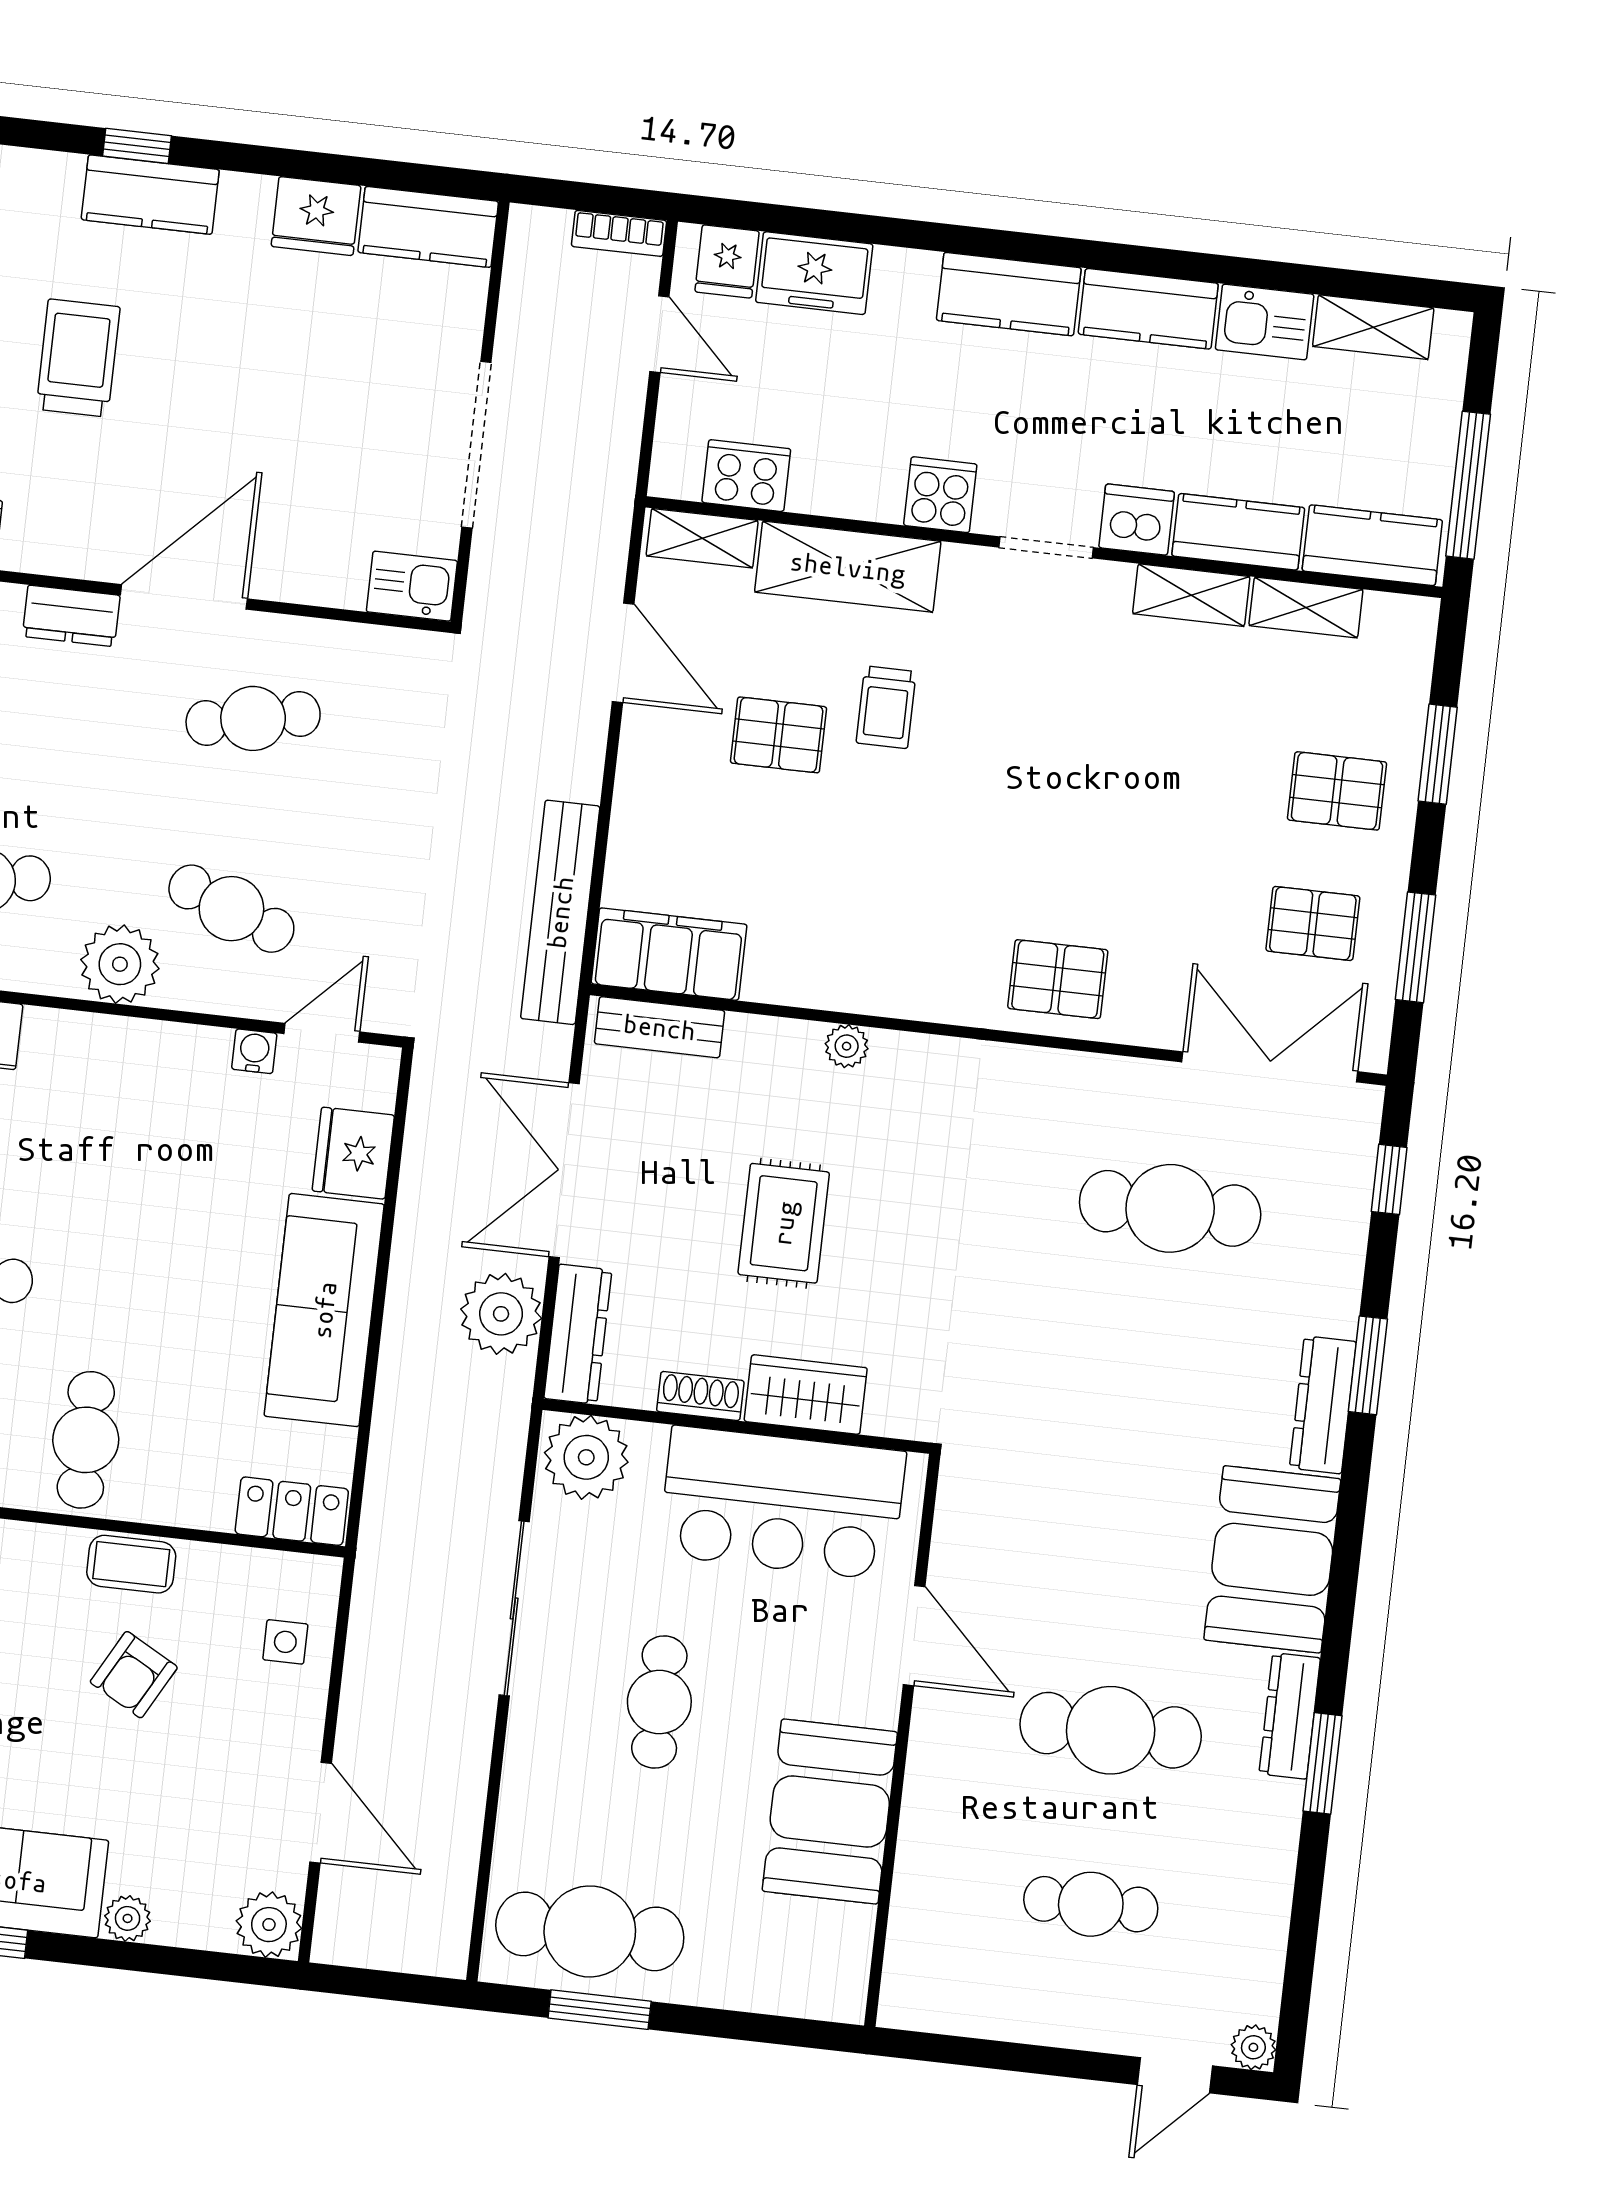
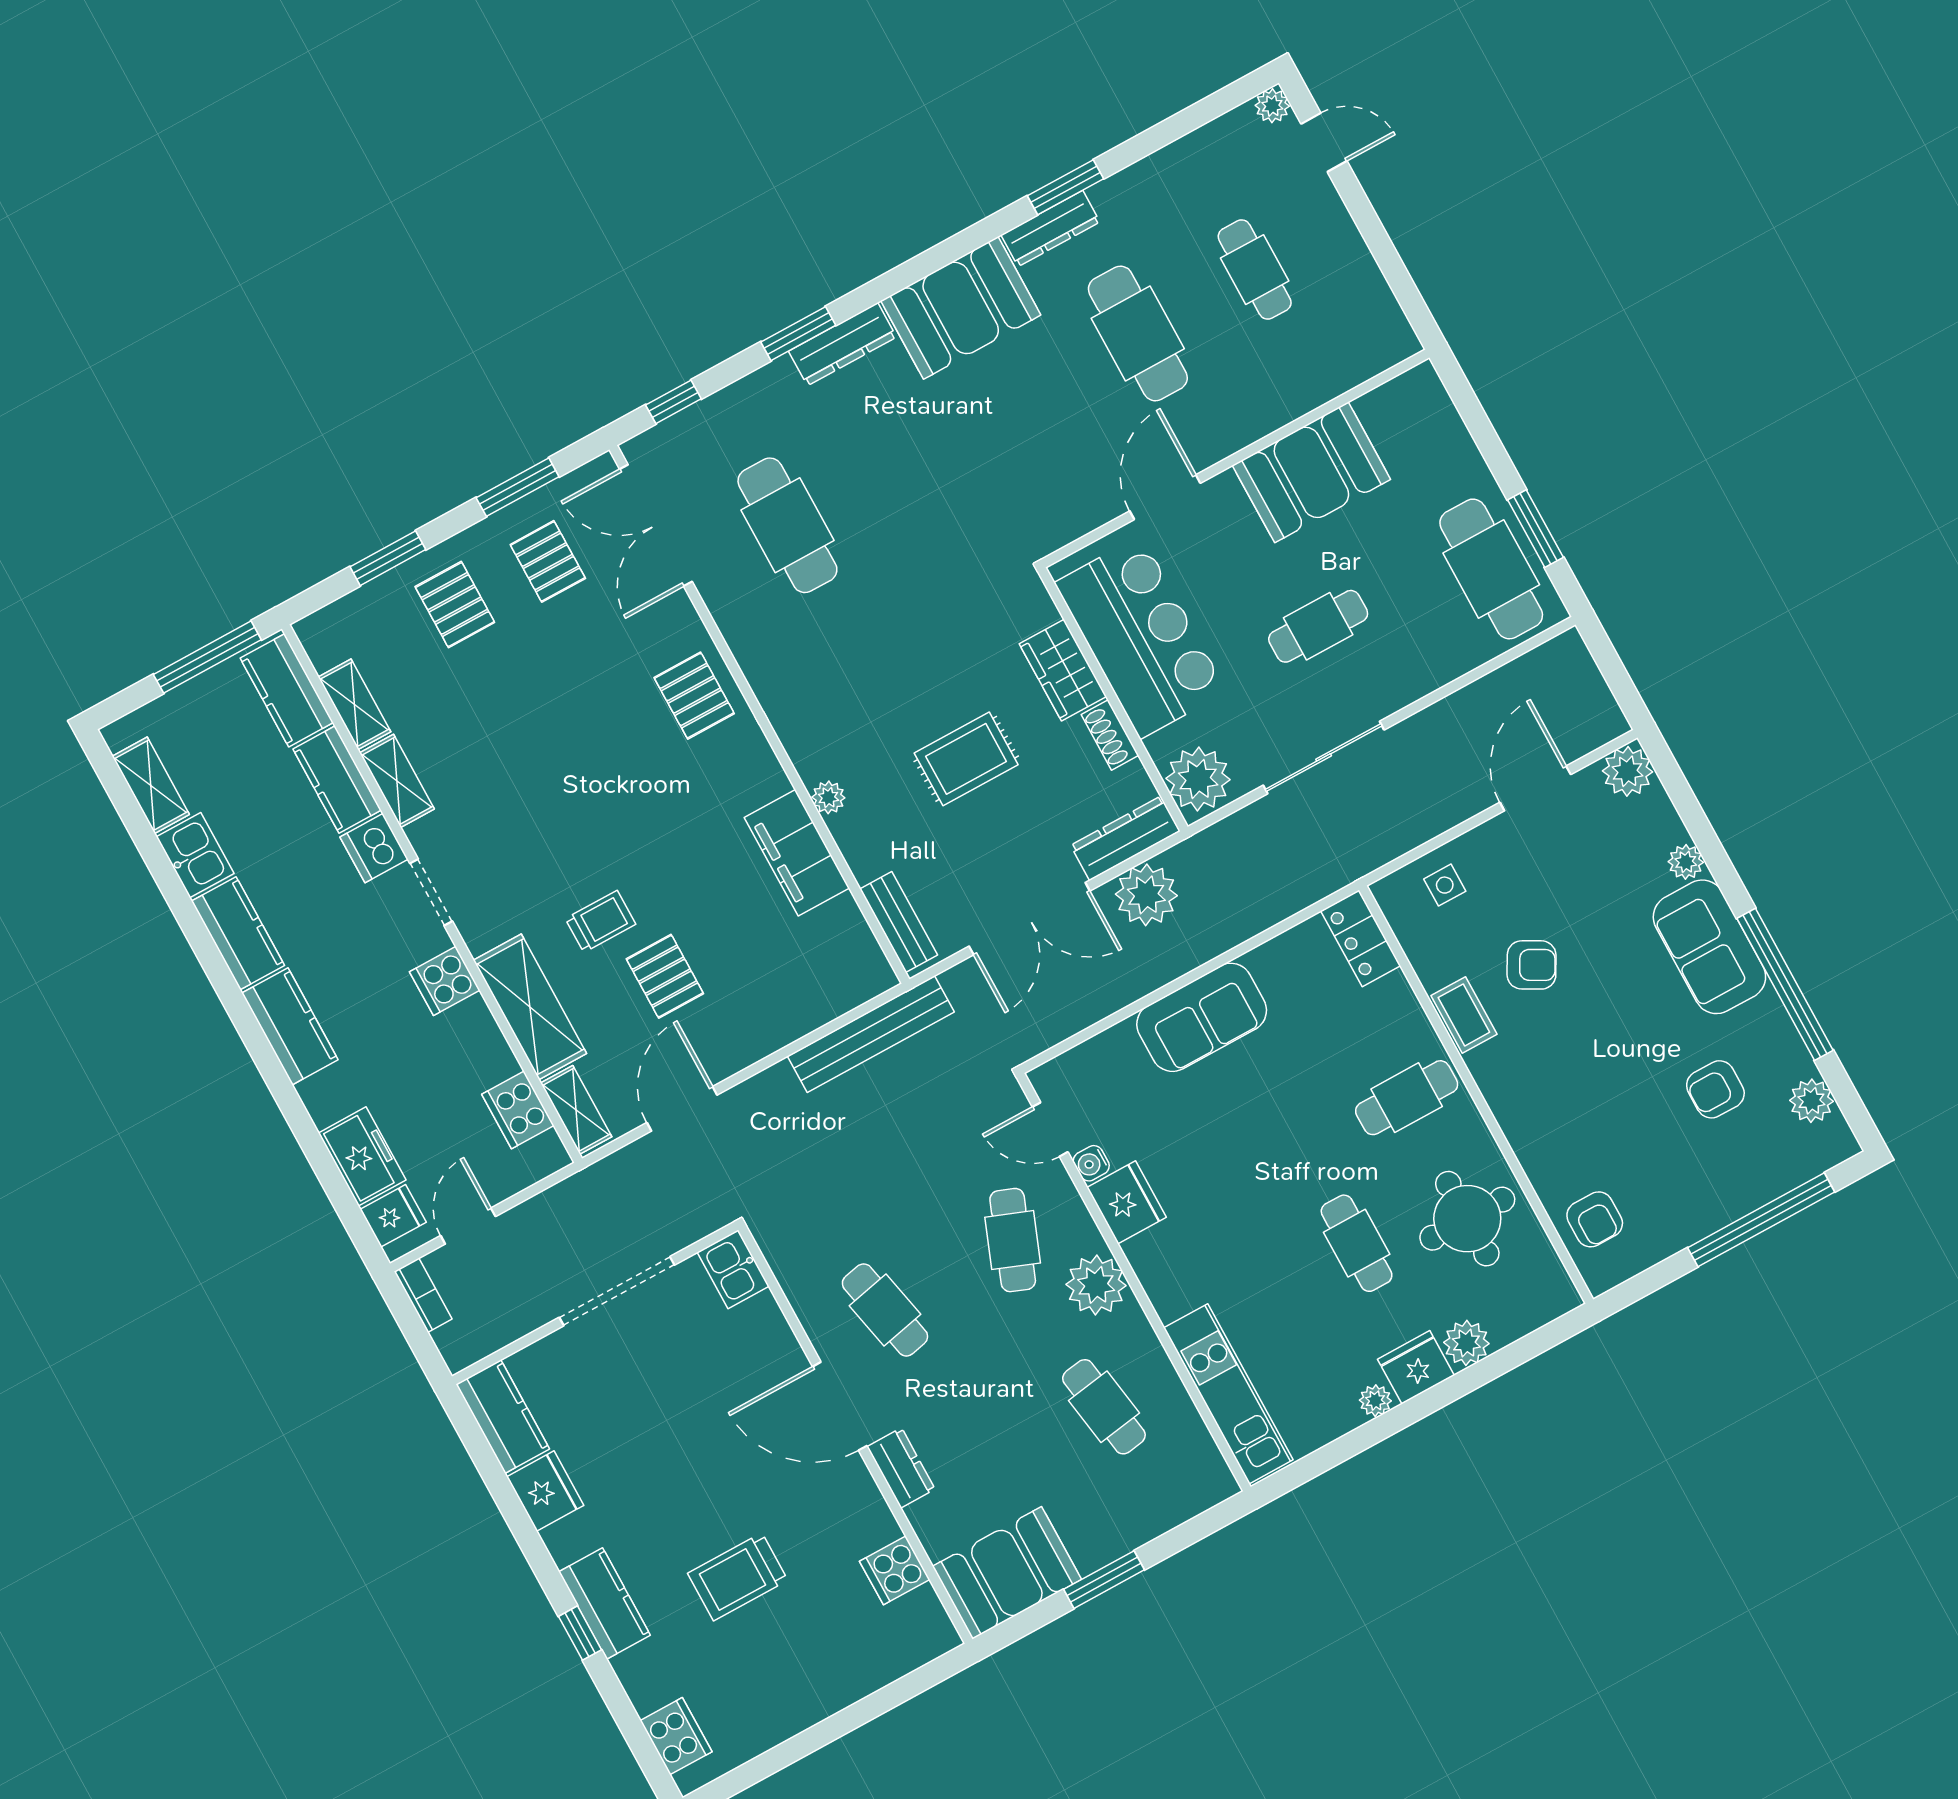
filing cabinet: (669, 954) -> (797, 853), moved
fridge: (353, 1153) -> (1127, 1202), moved, turned -90
sofa: (324, 1310) -> (1202, 1017), width x0.73

